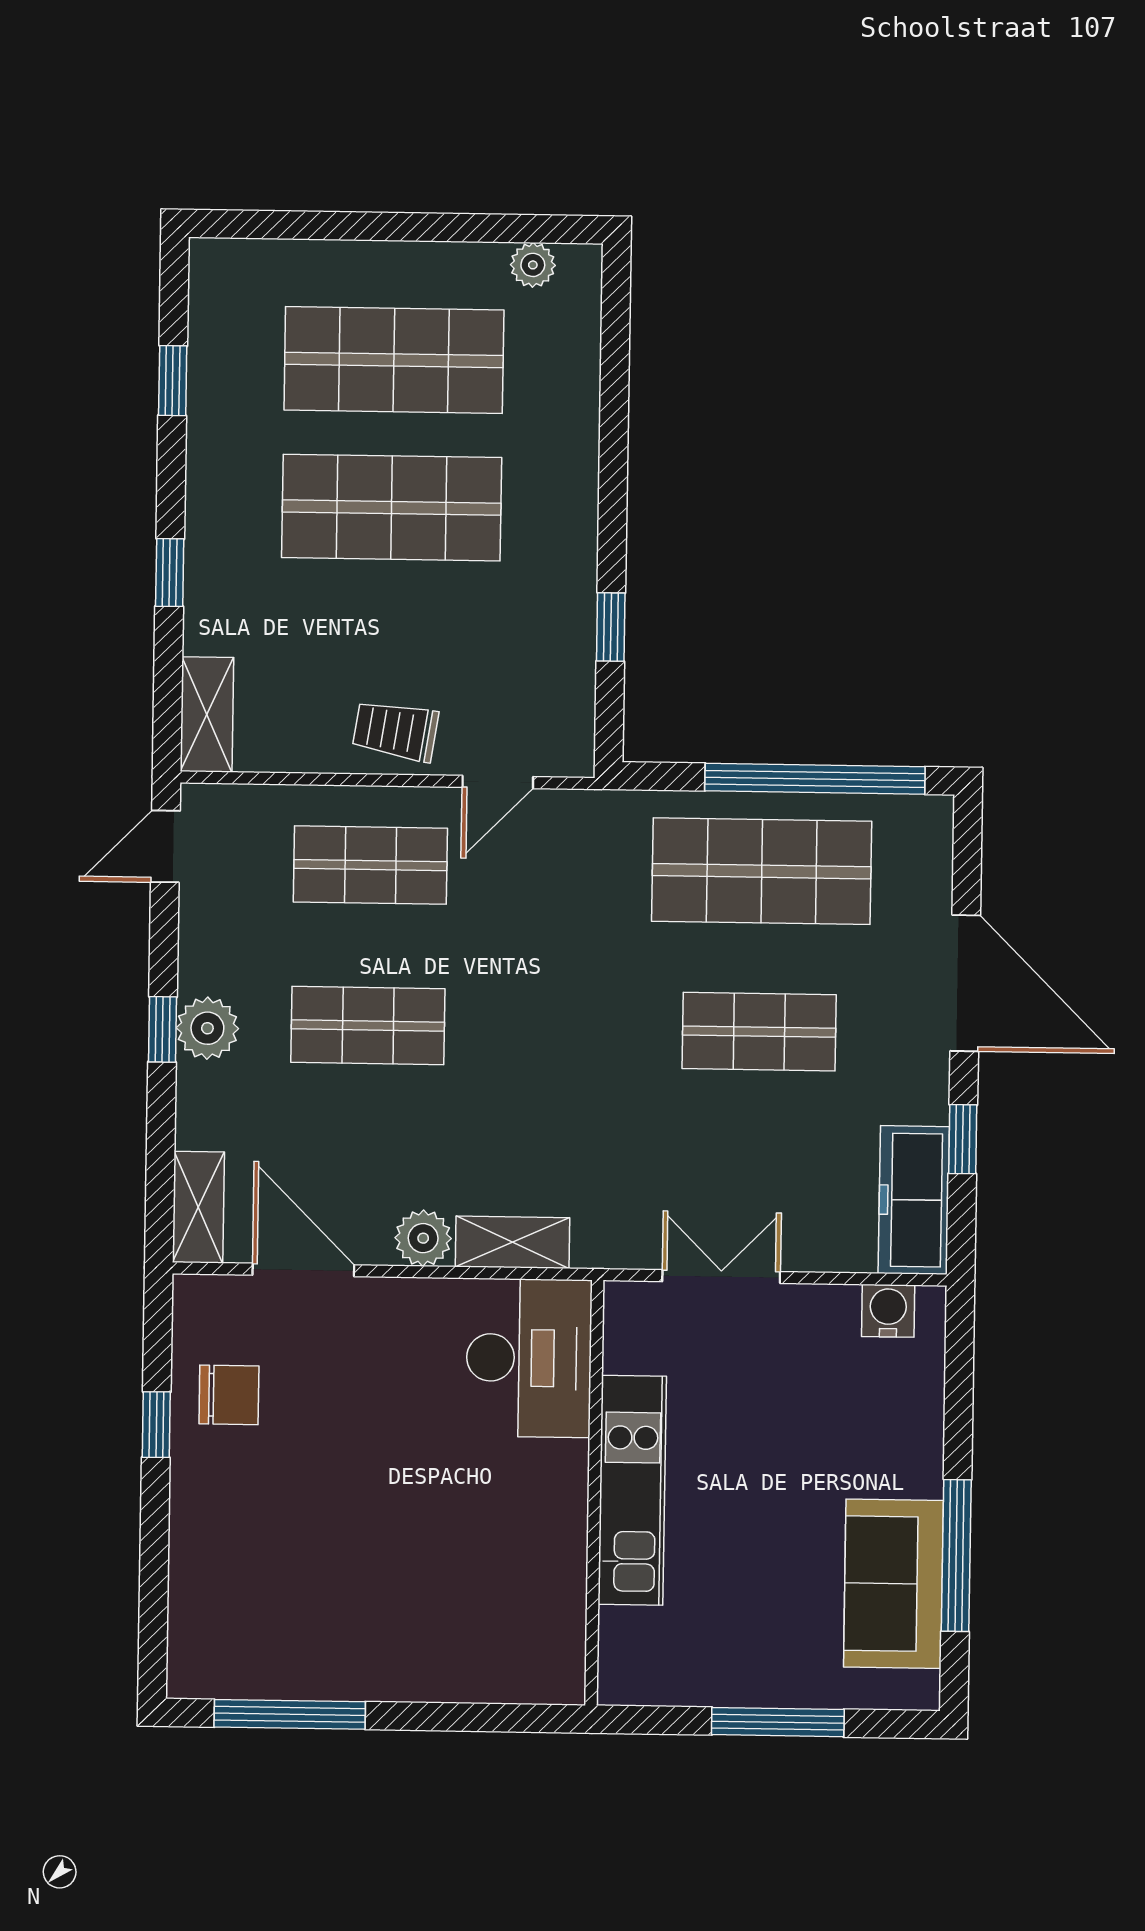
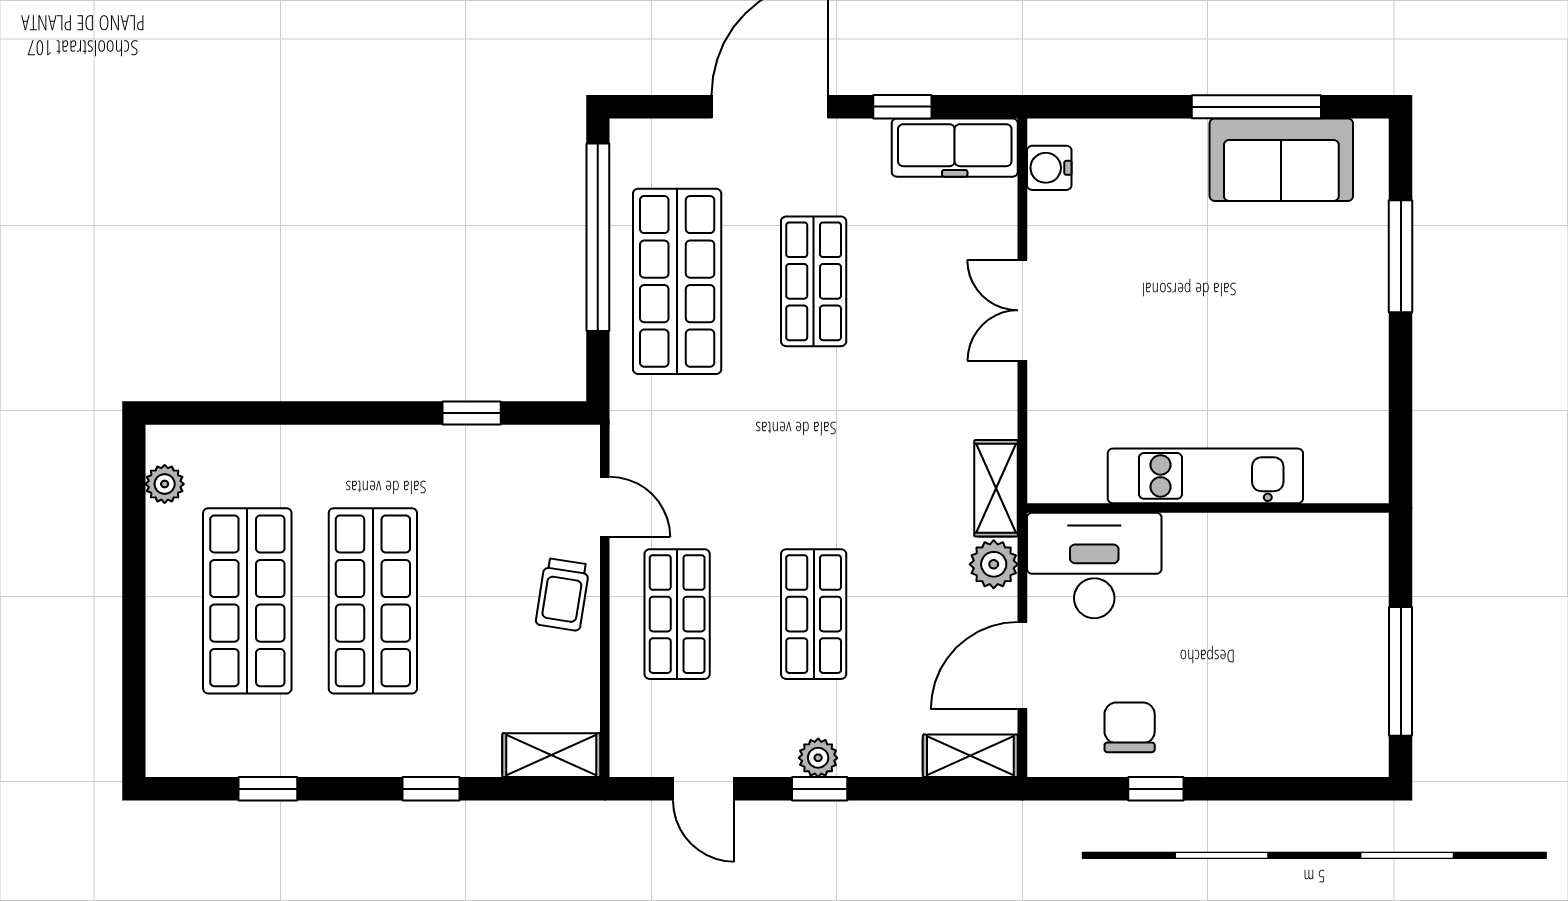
door: (165, 846) -> (704, 789), moved
plant: (207, 1028) -> (818, 758), width x0.73, depth x0.73
desk: (529, 1358) -> (1094, 565), moved
kitchen unit: (632, 1490) -> (1205, 476), moved
wall: (594, 1493) -> (1208, 508), moved

